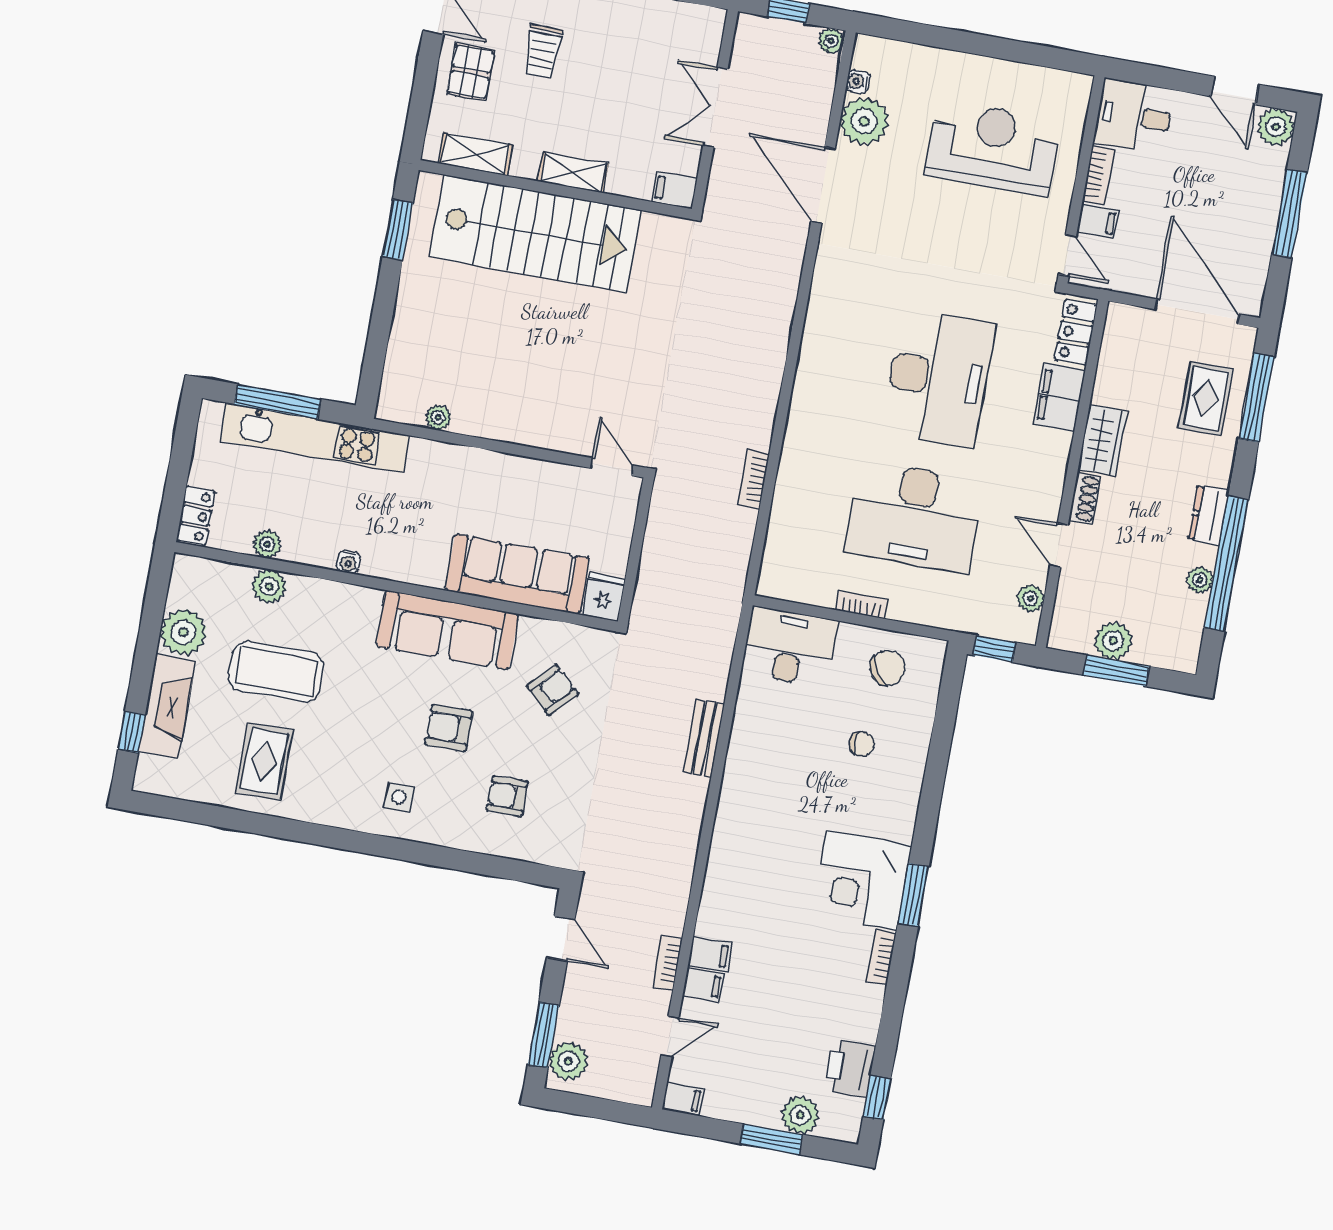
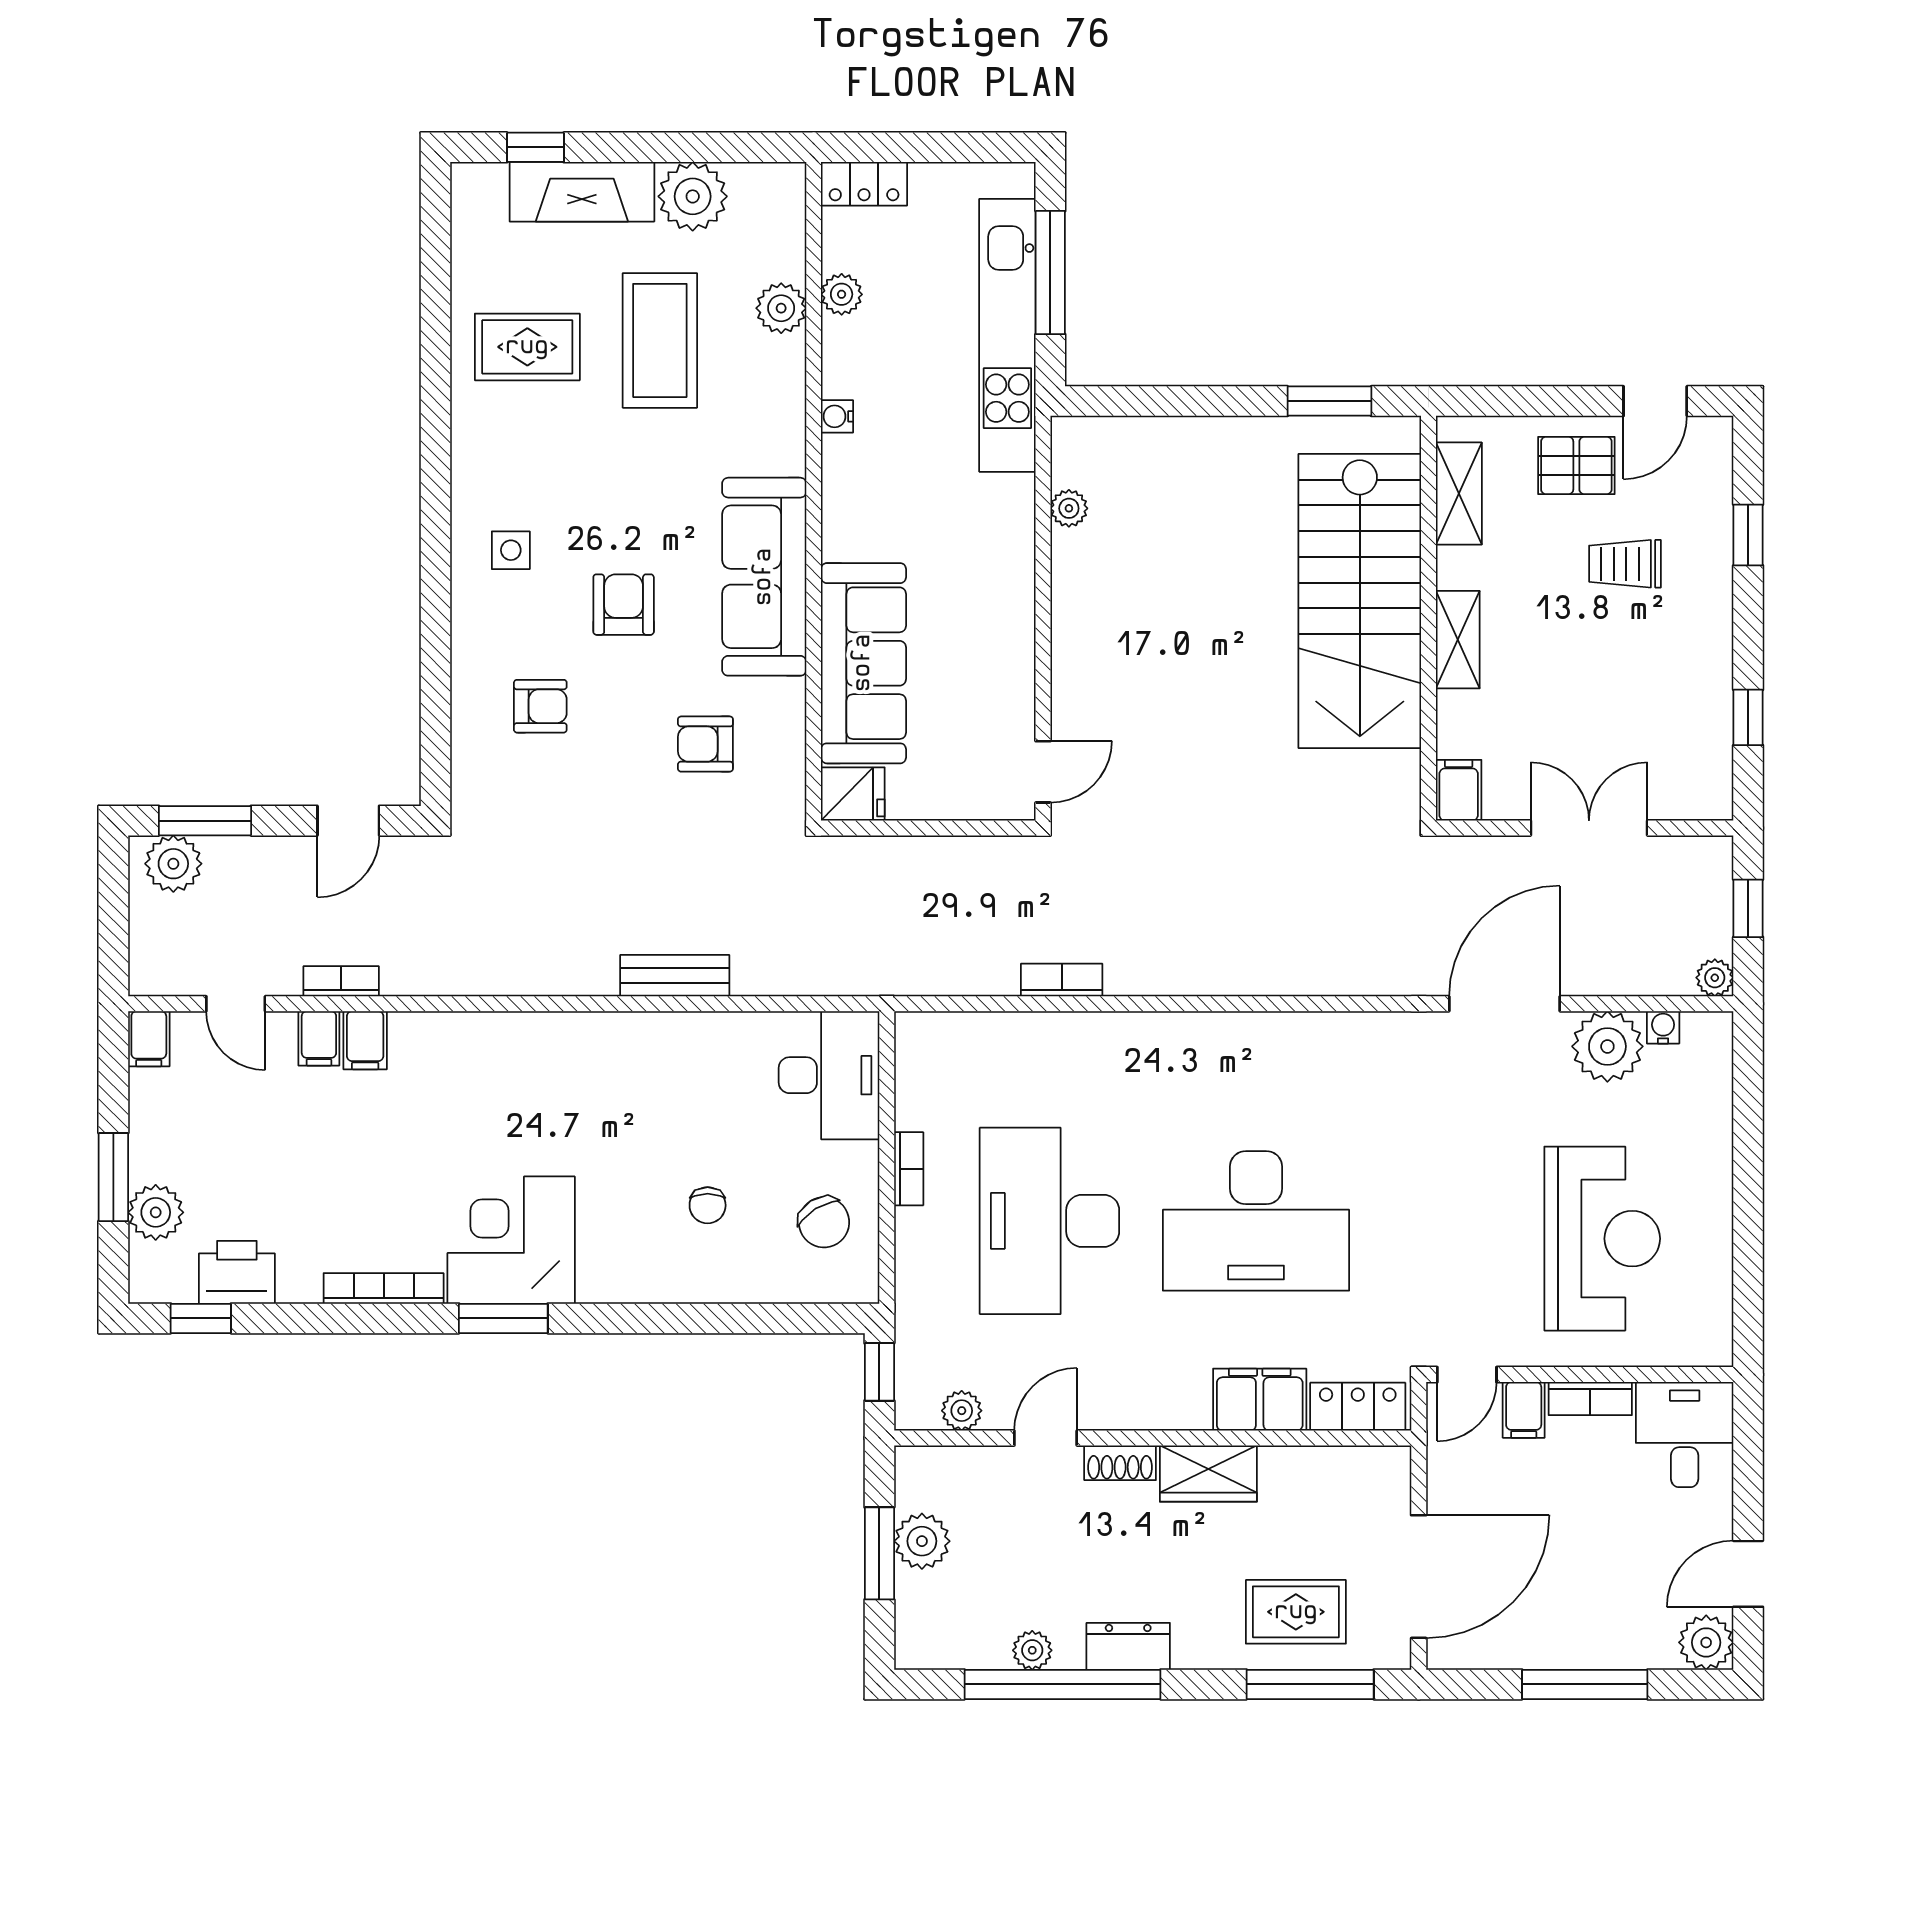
armchair: (552, 690) -> (705, 744), turned 137
armchair: (507, 796) -> (540, 706), turned 90
bookcase: (881, 957) -> (384, 1288), width x1.56

